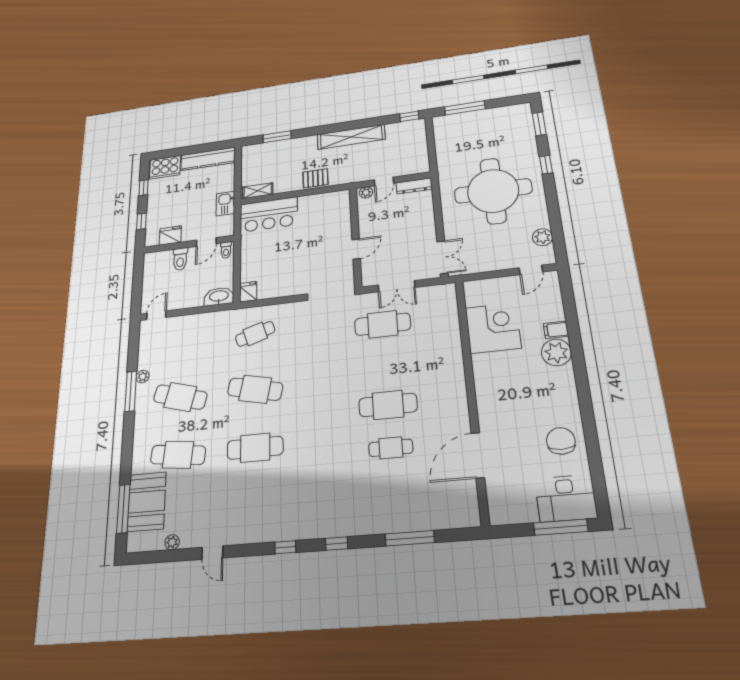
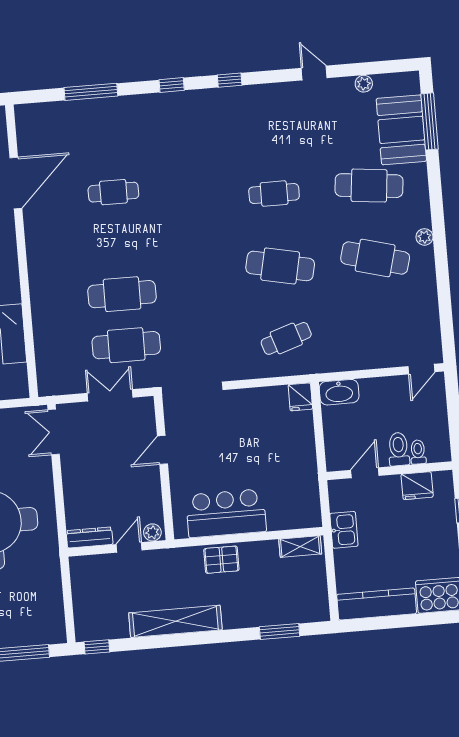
bar counter: (269, 215) -> (226, 513), moved
toilet: (226, 250) -> (418, 452), moved
plant: (143, 377) -> (424, 237), moved
window: (131, 391) -> (442, 267), removed
cafe table: (388, 405) -> (122, 294), moved
cafe table: (255, 448) -> (274, 194), width x0.73, depth x0.74

